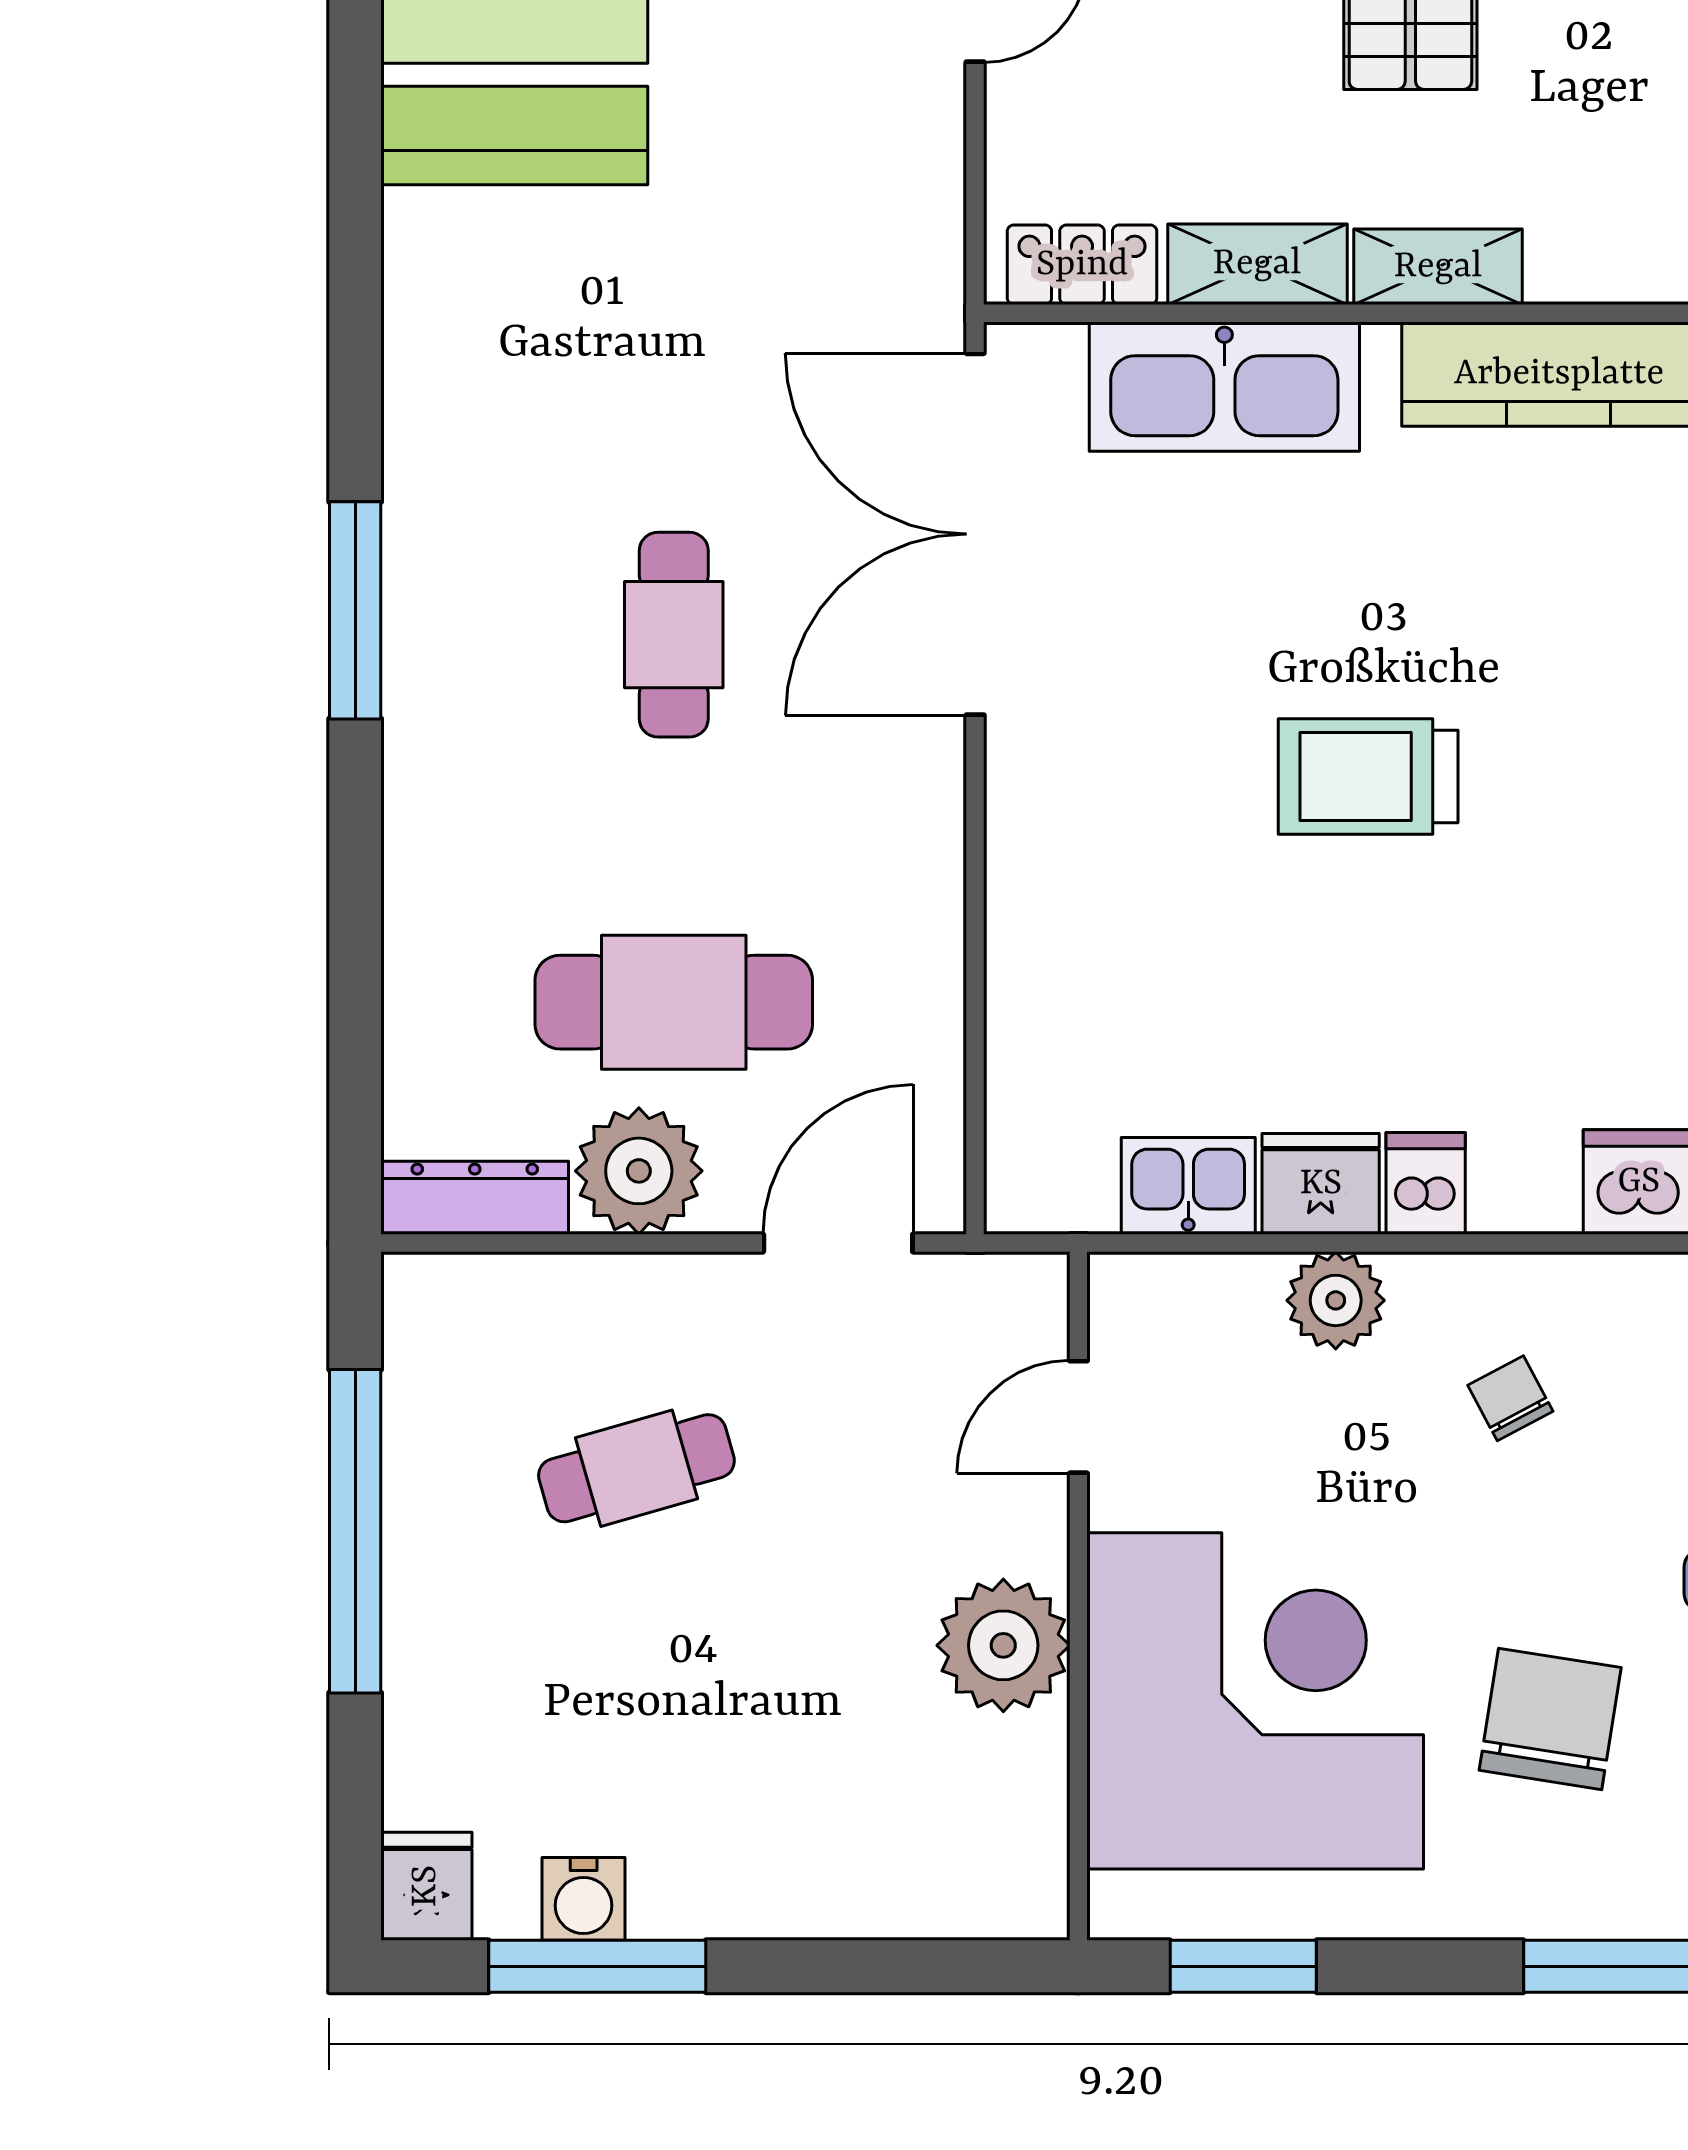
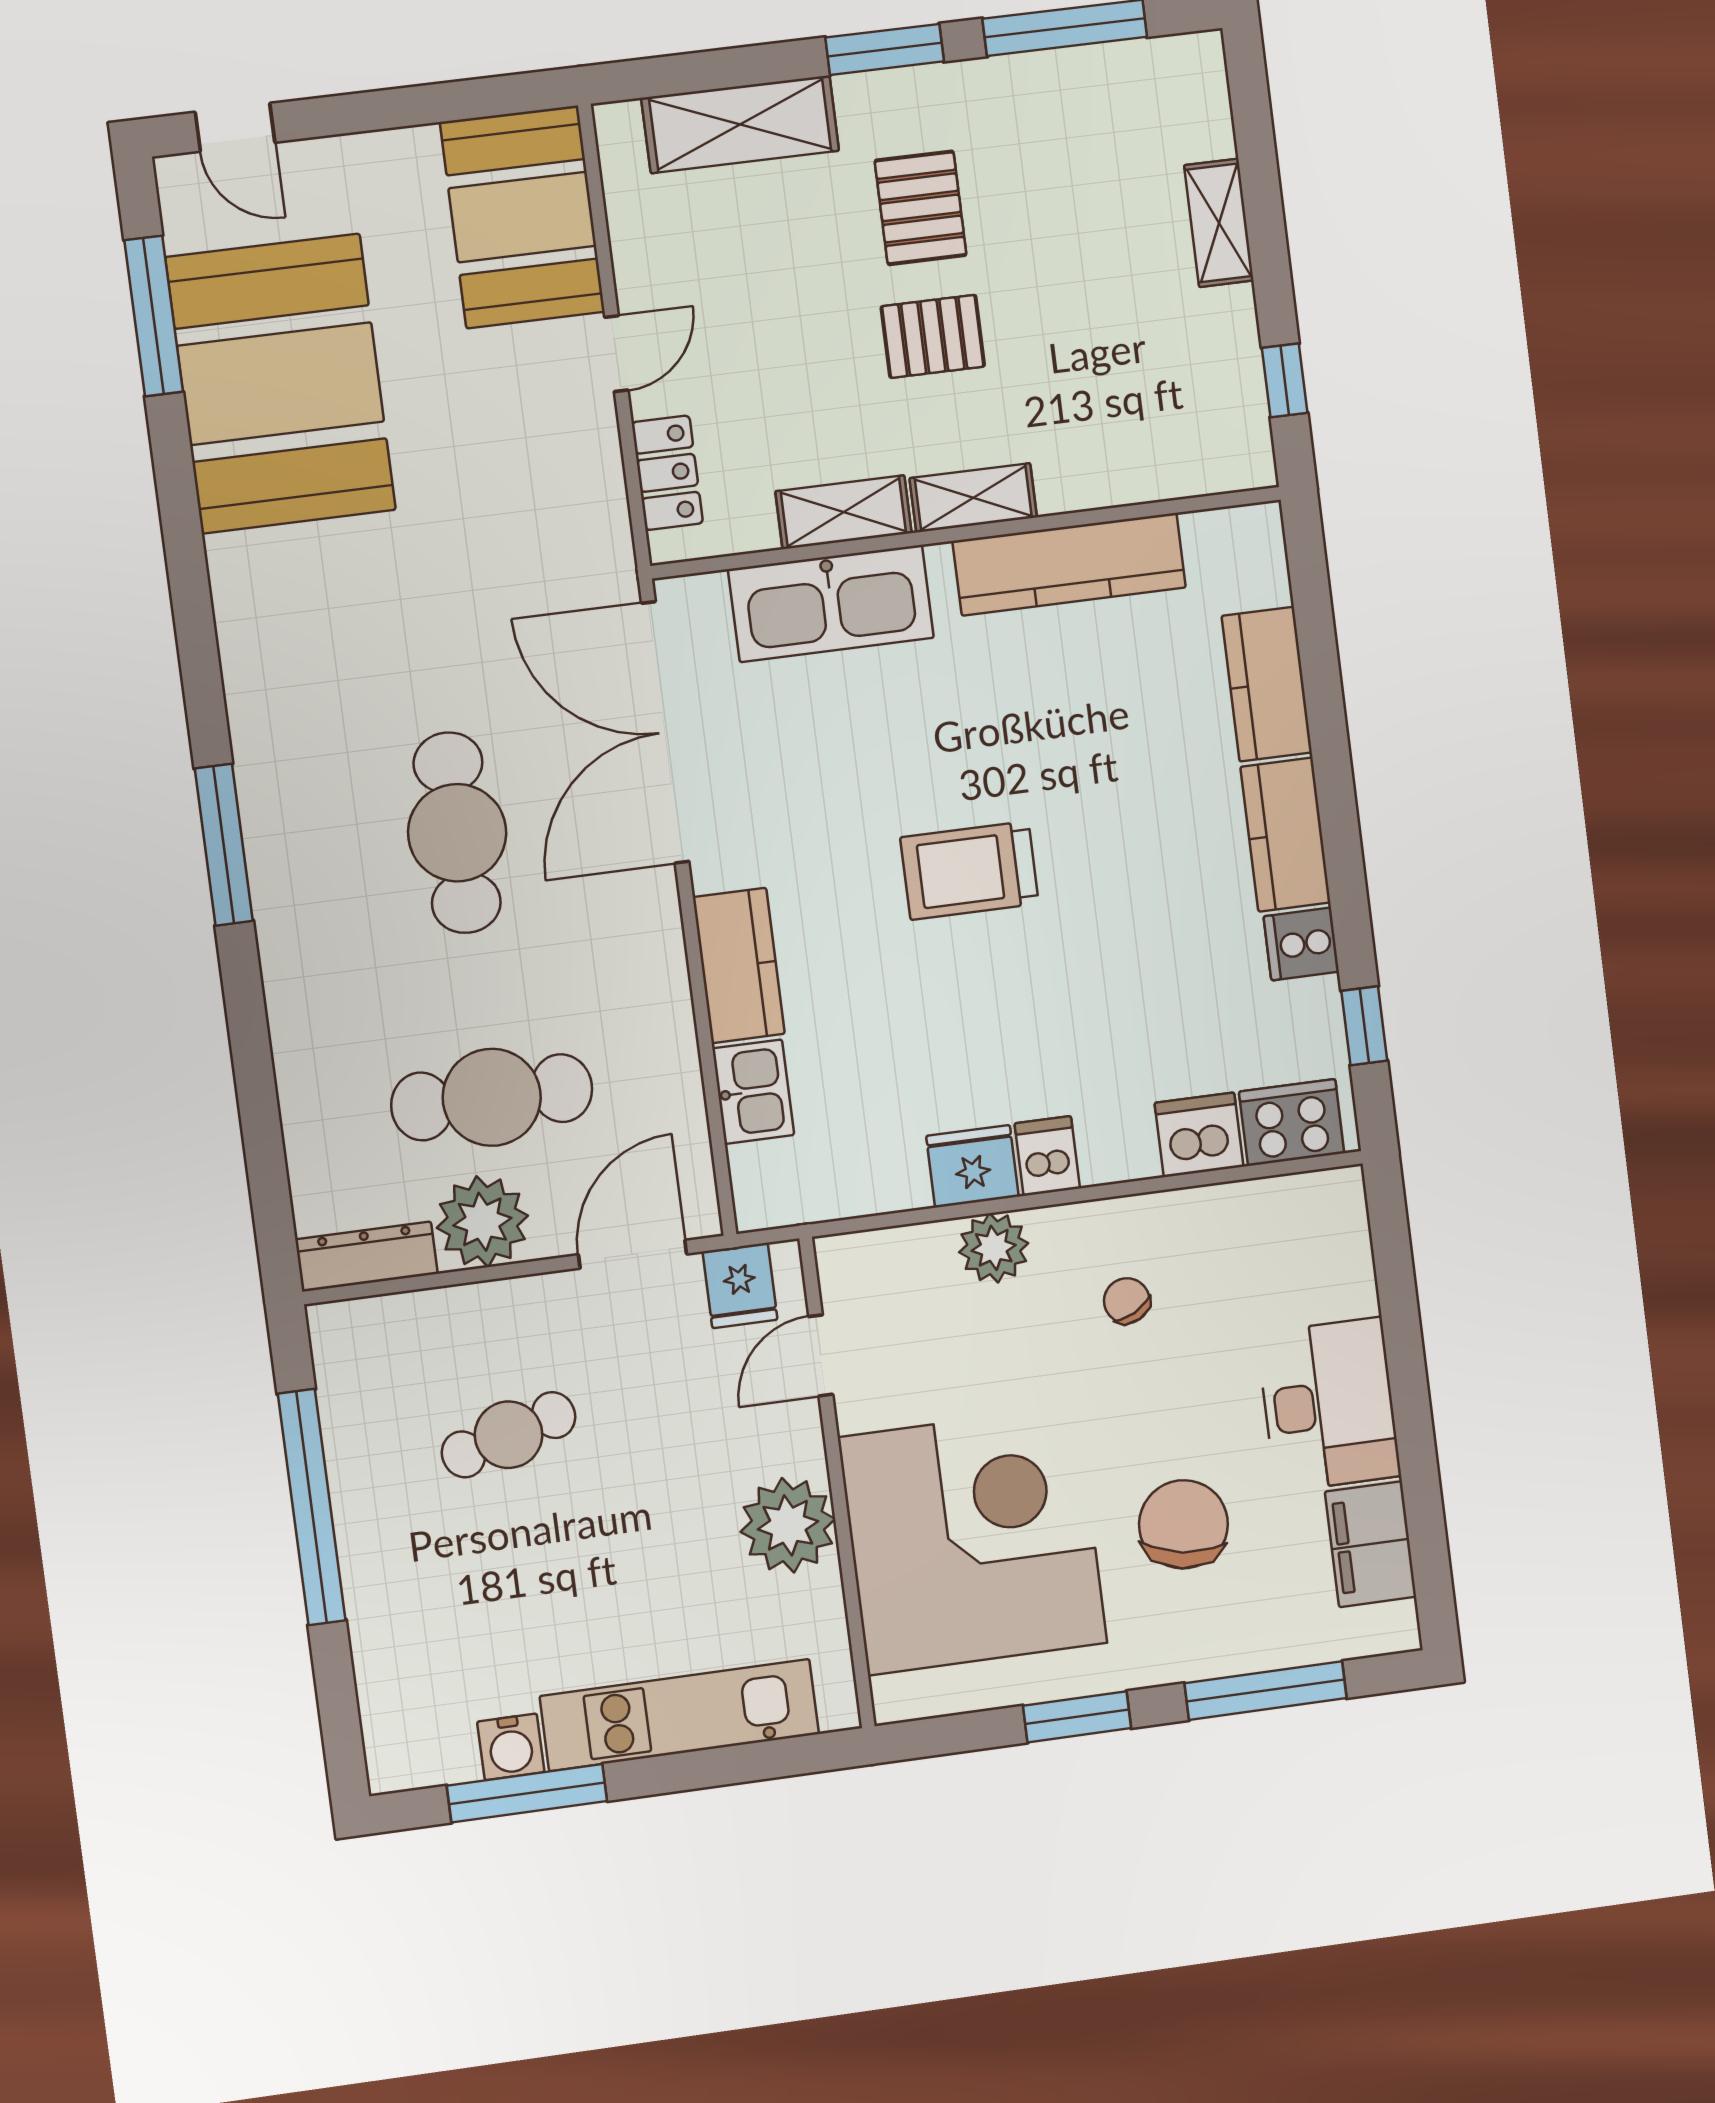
locker: (1082, 265) -> (667, 473), moved, turned 90
cafe table: (674, 635) -> (457, 833), width x1.37, depth x1.35
kitchen counter: (1035, 866) -> (739, 966), added
kitchen sink: (1188, 1186) -> (753, 1092), moved, turned 90
fridge: (426, 1886) -> (740, 1286), moved, turned 180
kitchen unit: (820, 1887) -> (679, 1715), added
window: (1243, 1966) -> (1077, 1717), moved

